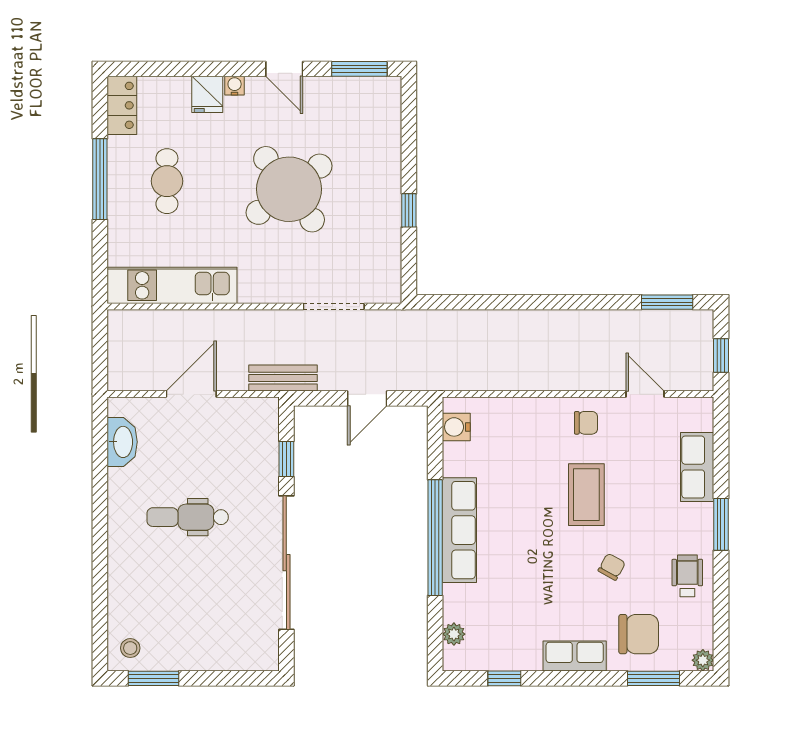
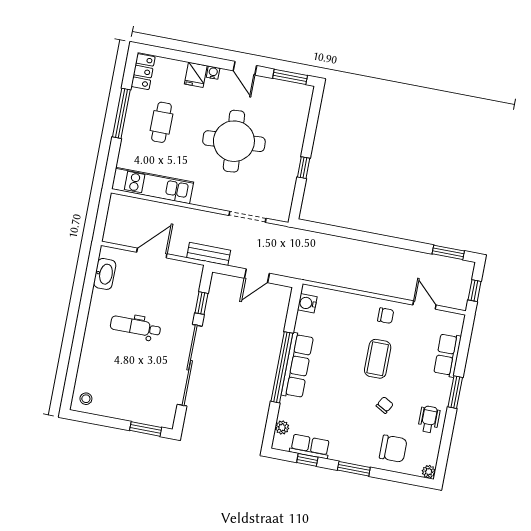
round table: (289, 189) -> (234, 141), turned 33
row of seats: (575, 656) -> (310, 446), moved
window: (153, 678) -> (146, 429), moved
window: (653, 678) -> (354, 469), moved

